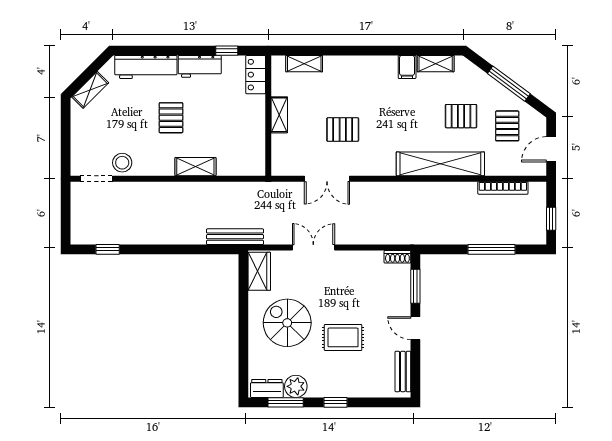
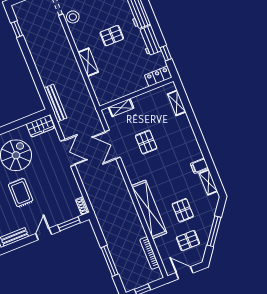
shelving: (279, 115) -> (121, 108), moved

